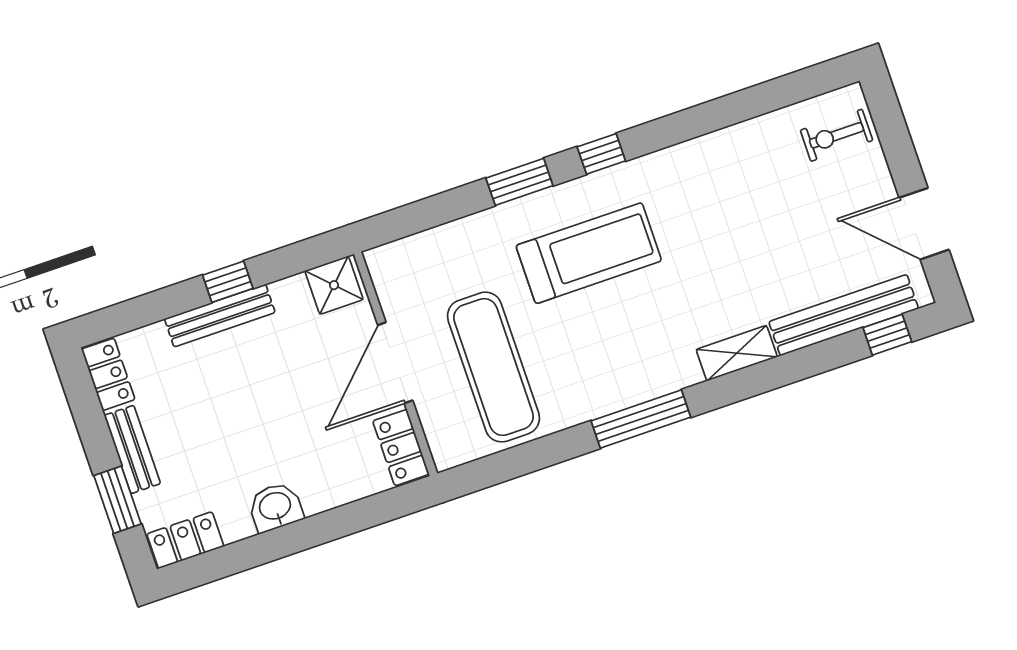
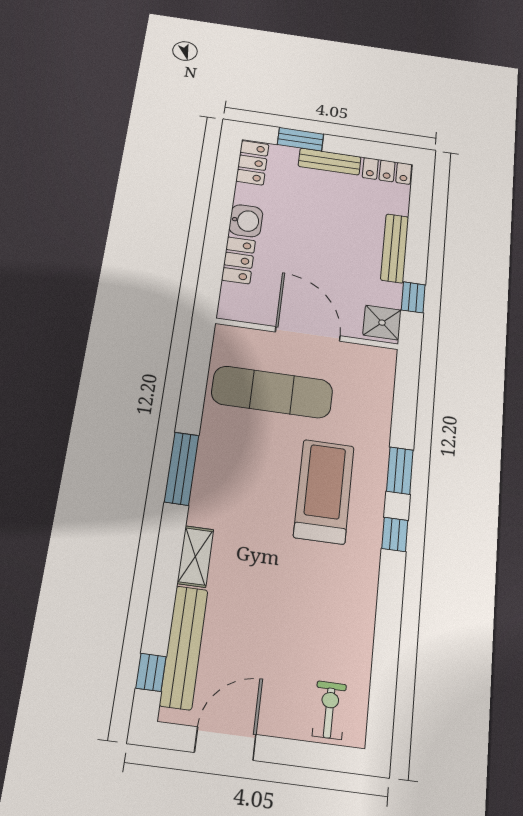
treadmill: (589, 253) -> (324, 491), turned 180
window: (228, 282) -> (413, 297), moved
locker: (401, 448) -> (238, 260), moved, turned 90

